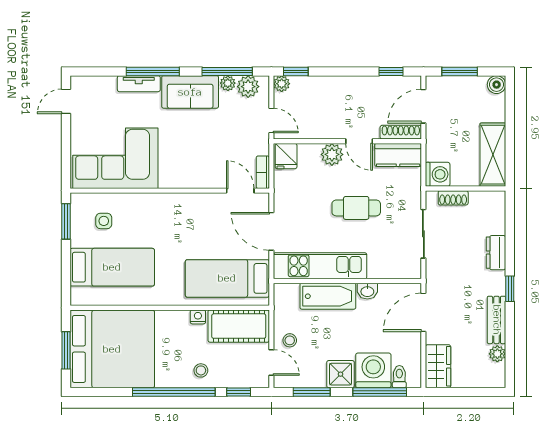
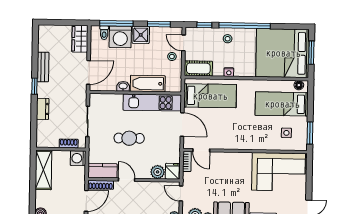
plant: (332, 154) -> (158, 172), moved
floor lamp: (85, 298) -> (299, 85), added
cot: (239, 326) -> (198, 68), width x0.73, depth x0.75
plant: (497, 354) -> (43, 46), removed

